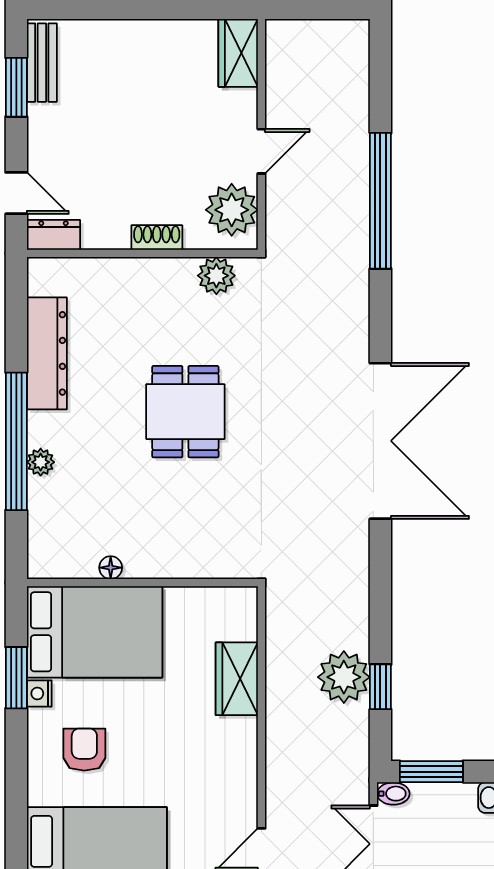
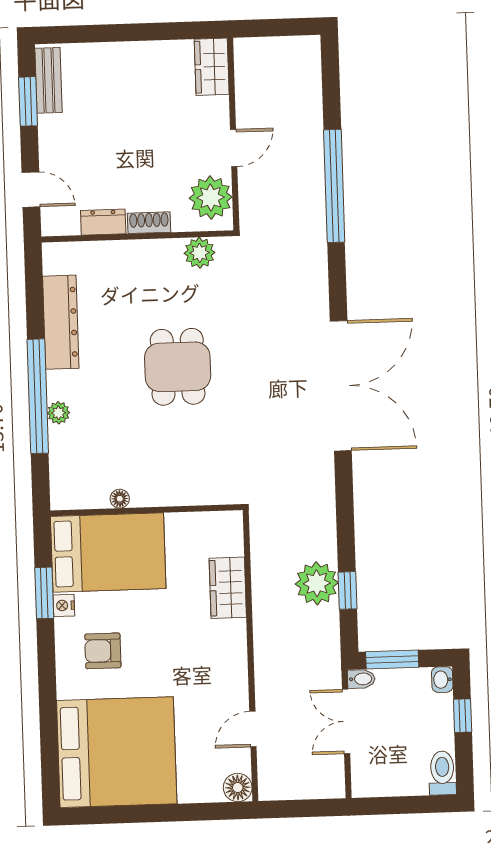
dresser: (53, 235) -> (103, 222), moved
armchair: (84, 750) -> (103, 651), turned -90

